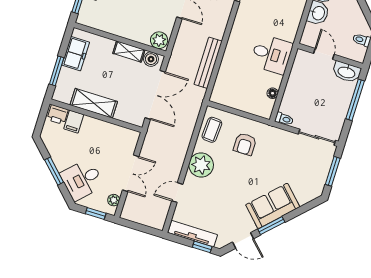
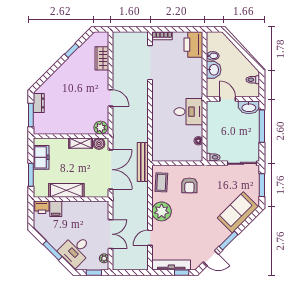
bench: (208, 63) -> (143, 162), moved
sofa: (273, 206) -> (238, 212), moved

